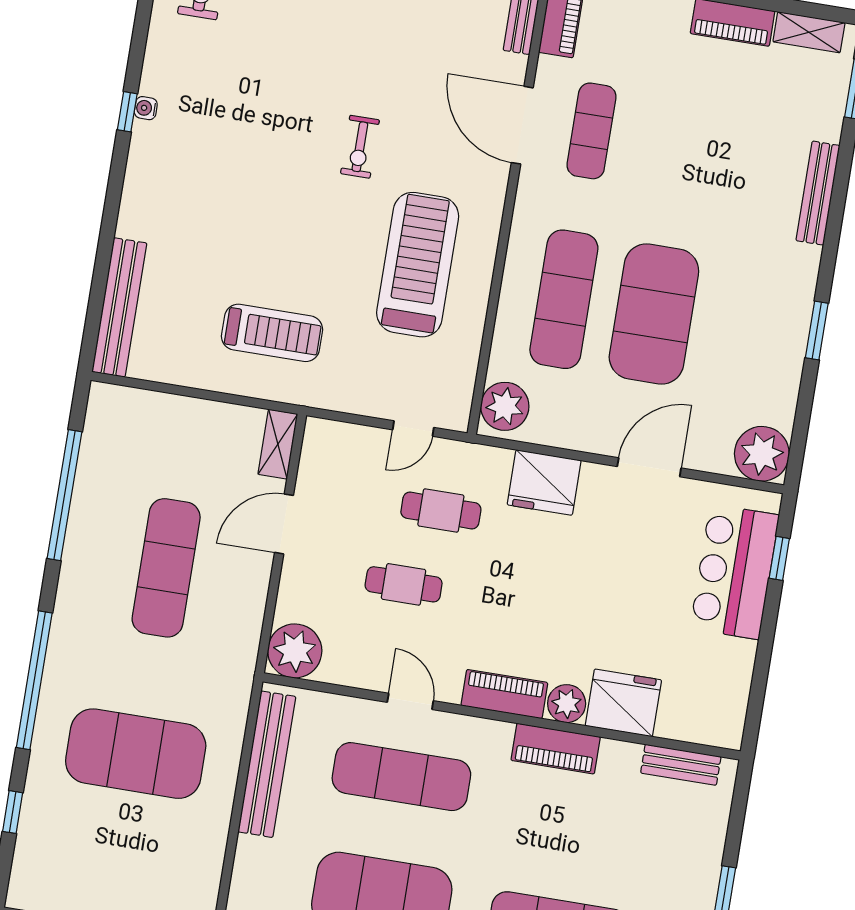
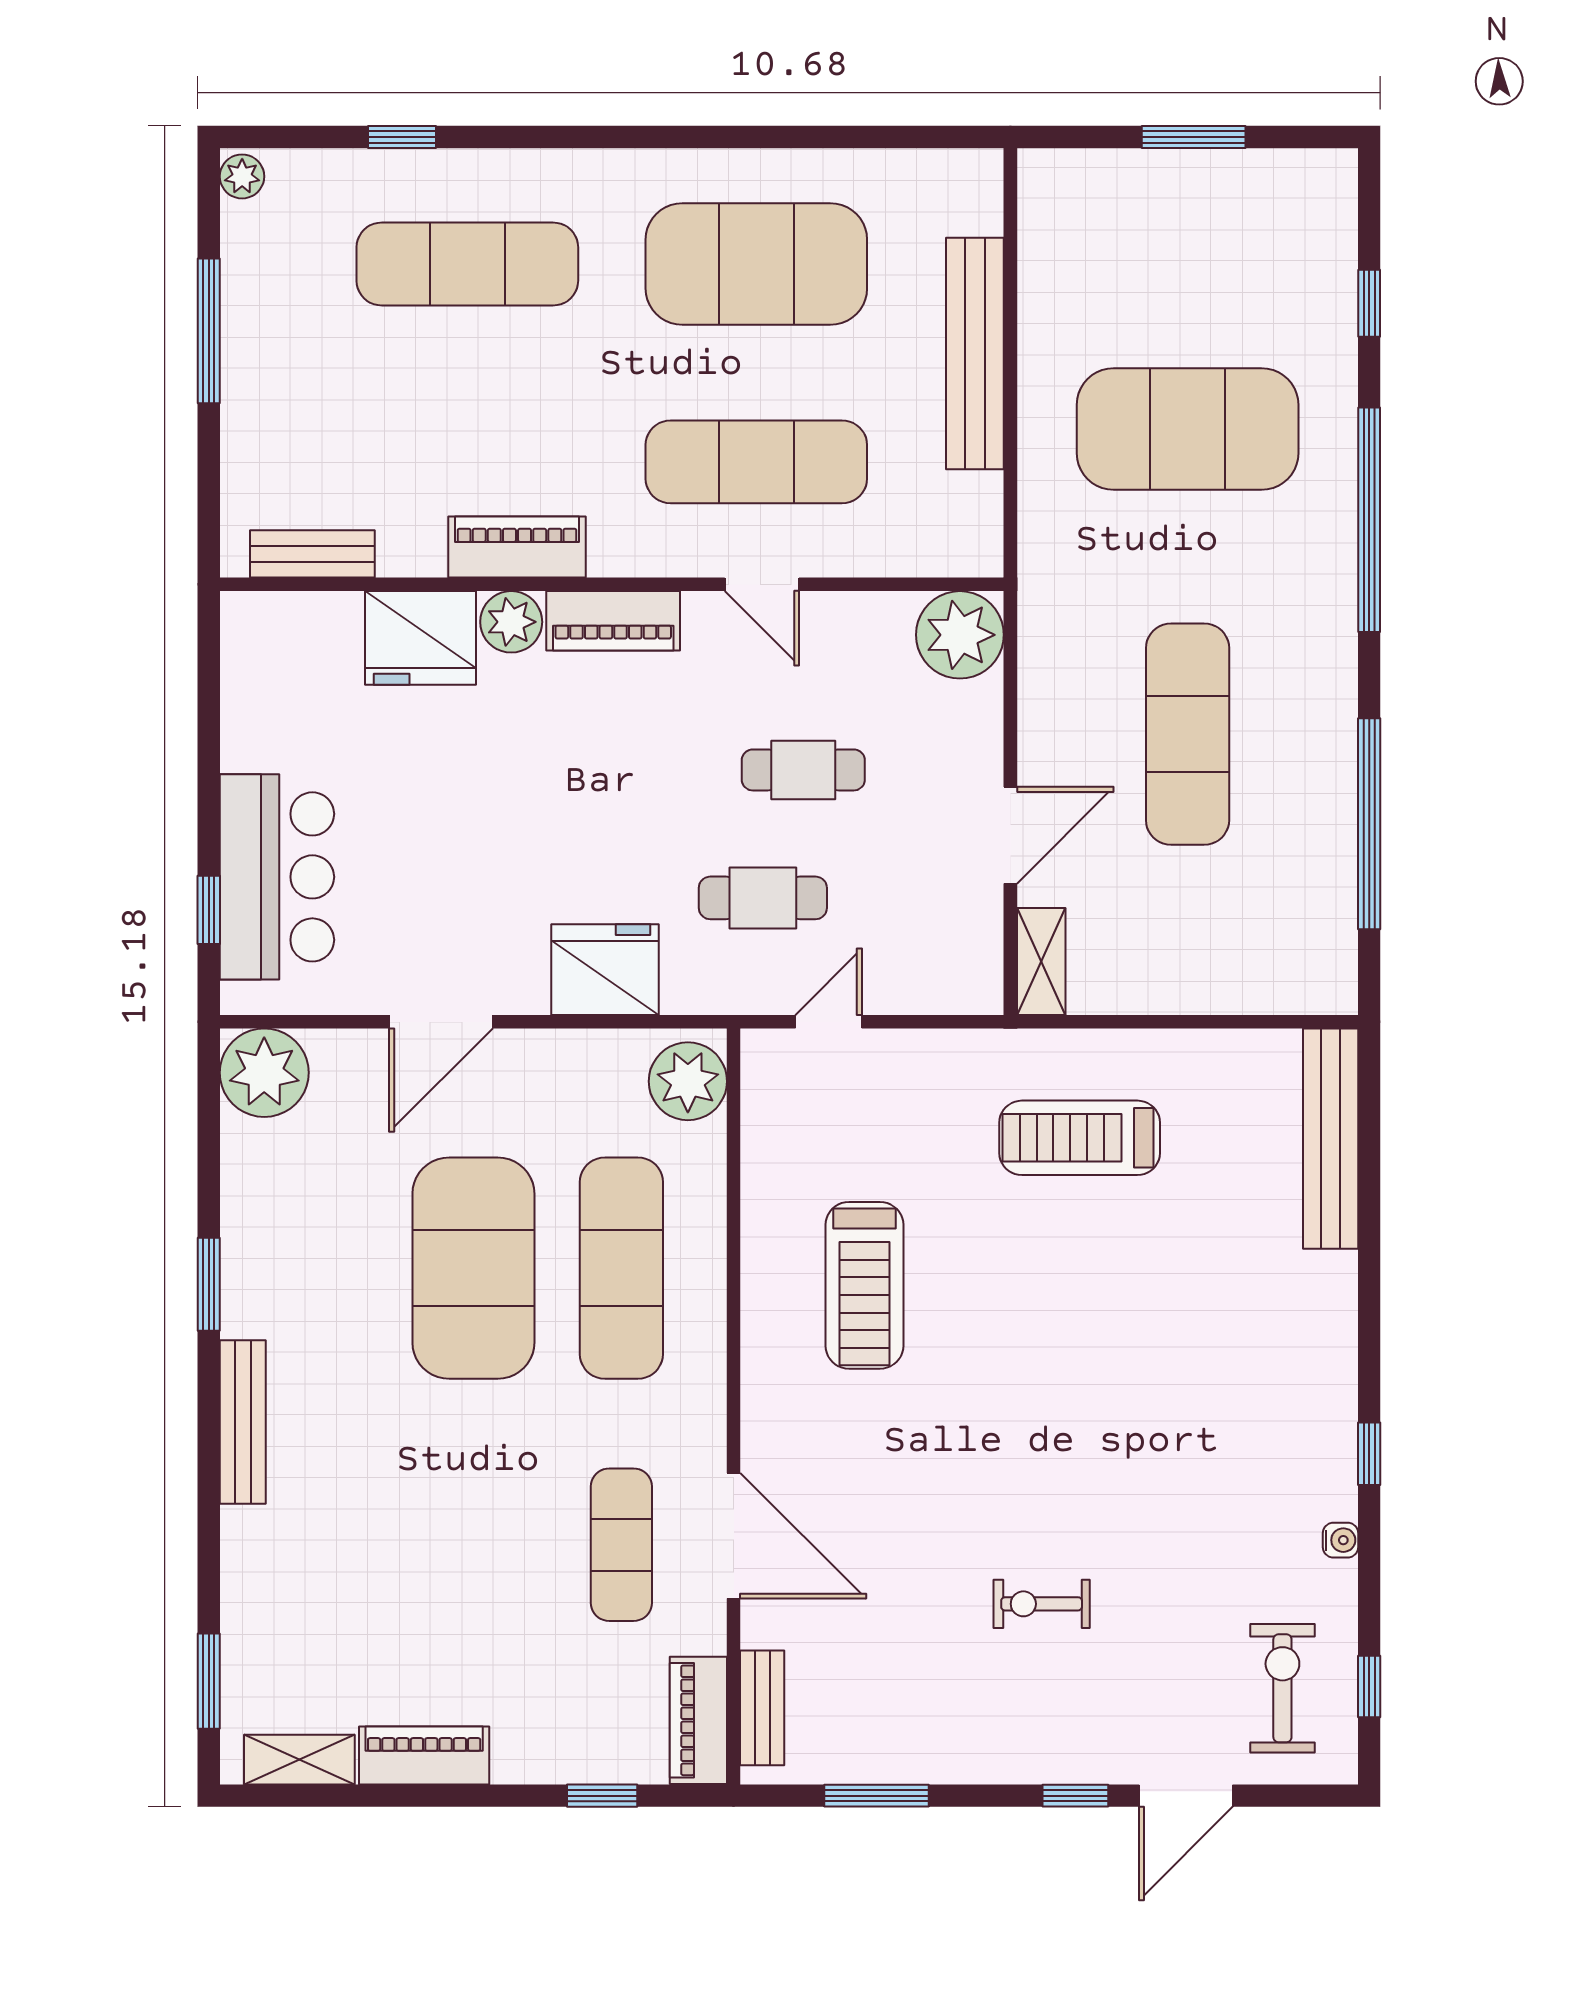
water cooler: (146, 108) -> (1340, 1540), moved
exercise bike: (360, 147) -> (1042, 1604), moved, turned -90
bench: (818, 193) -> (243, 1422), moved
treadmill: (418, 265) -> (864, 1285), width x0.73, depth x0.73
bench: (267, 764) -> (975, 354), moved

